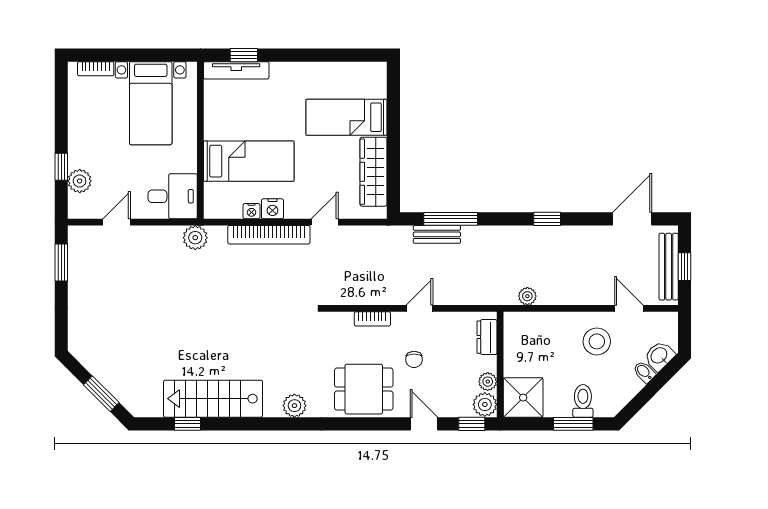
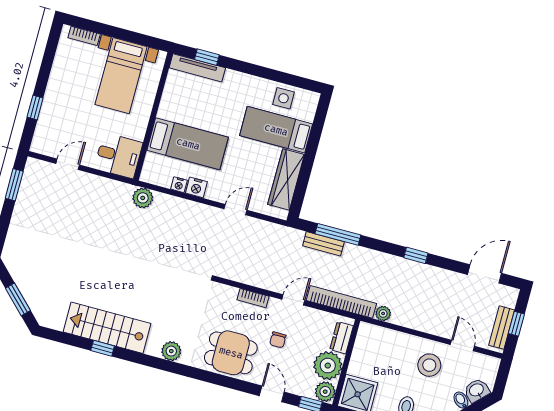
side table: (345, 79) -> (284, 98), added
plant: (80, 181) -> (47, 123), removed
bookcase: (269, 235) -> (341, 302), moved, turned 180
plant: (195, 238) -> (143, 198), moved
bench: (669, 267) -> (502, 328), width x0.73
plant: (488, 382) -> (328, 366), width x1.88, depth x1.88
window: (188, 424) -> (103, 348), moved

